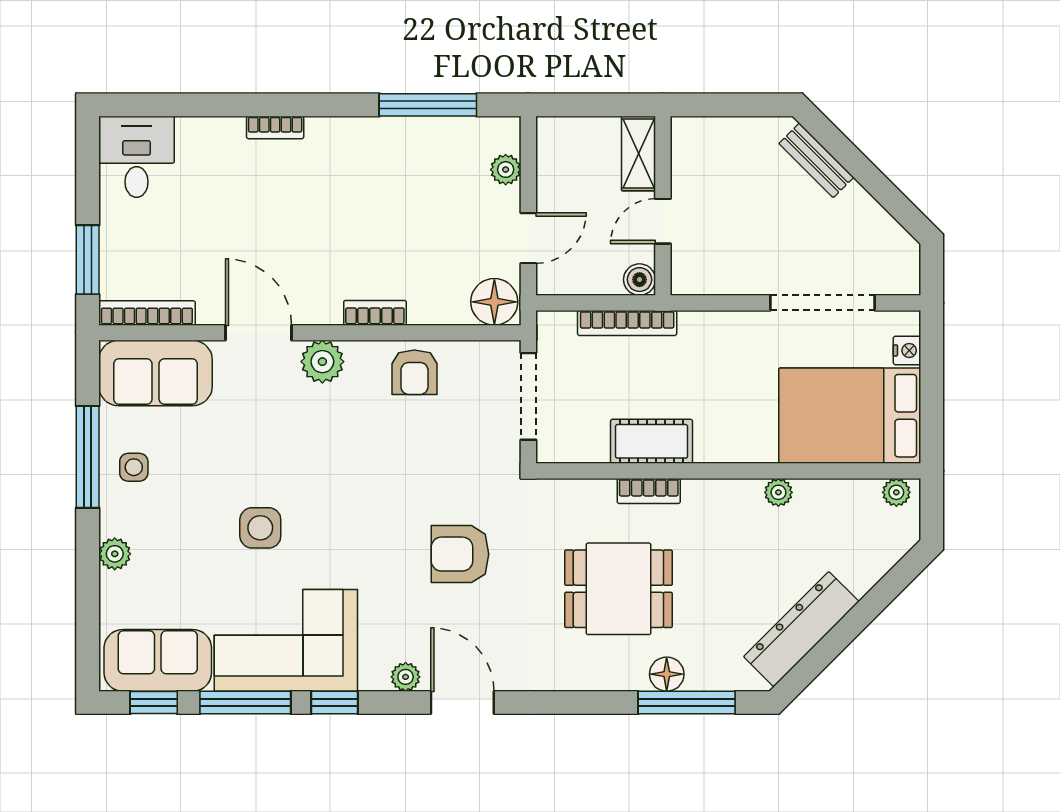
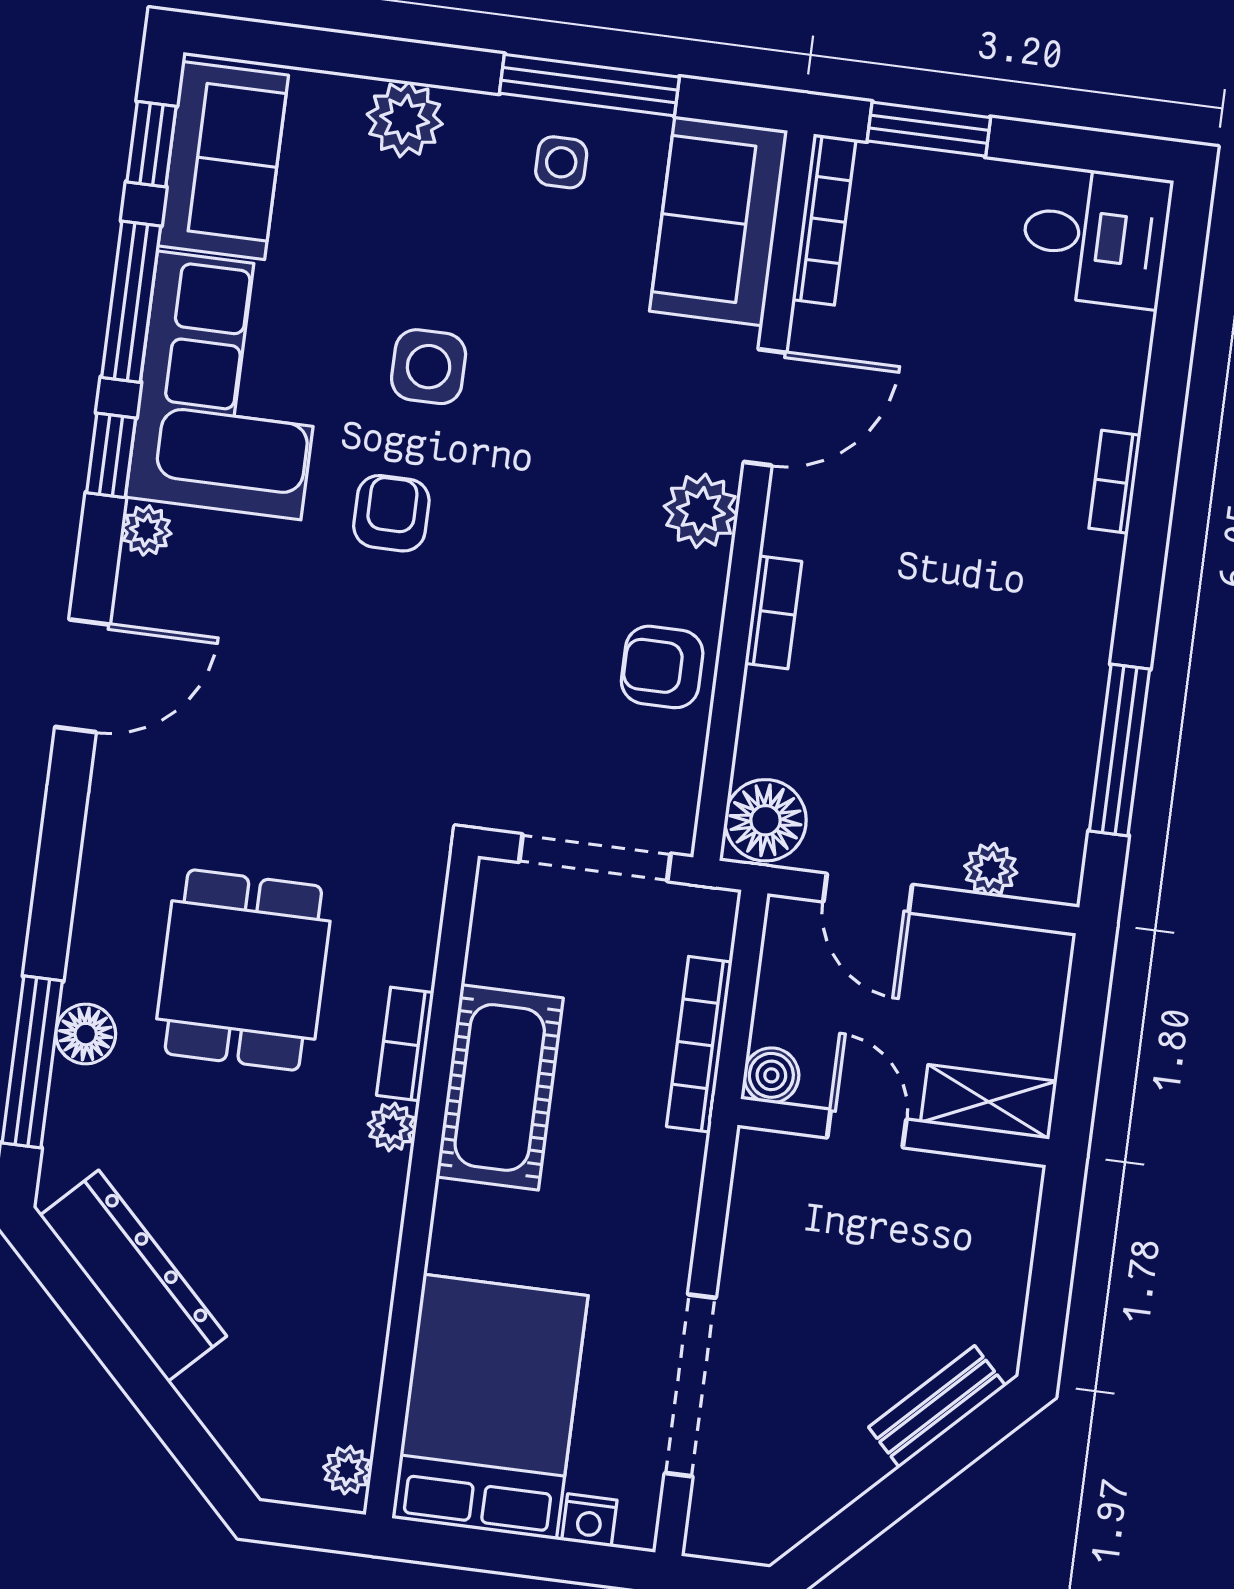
cot: (652, 441) -> (500, 1087), width x1.37, depth x1.34
plant: (778, 492) -> (392, 1127), moved
plant: (115, 554) -> (405, 119), width x1.38, depth x1.38
armchair: (460, 554) -> (391, 513), moved, width x0.72, depth x0.72
plant: (406, 677) -> (146, 530), moved

